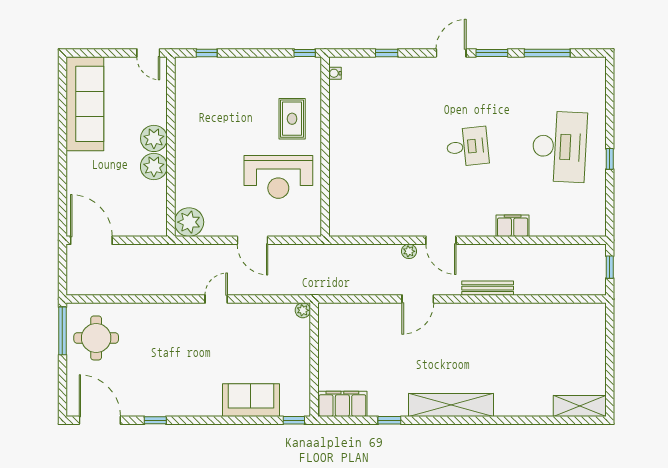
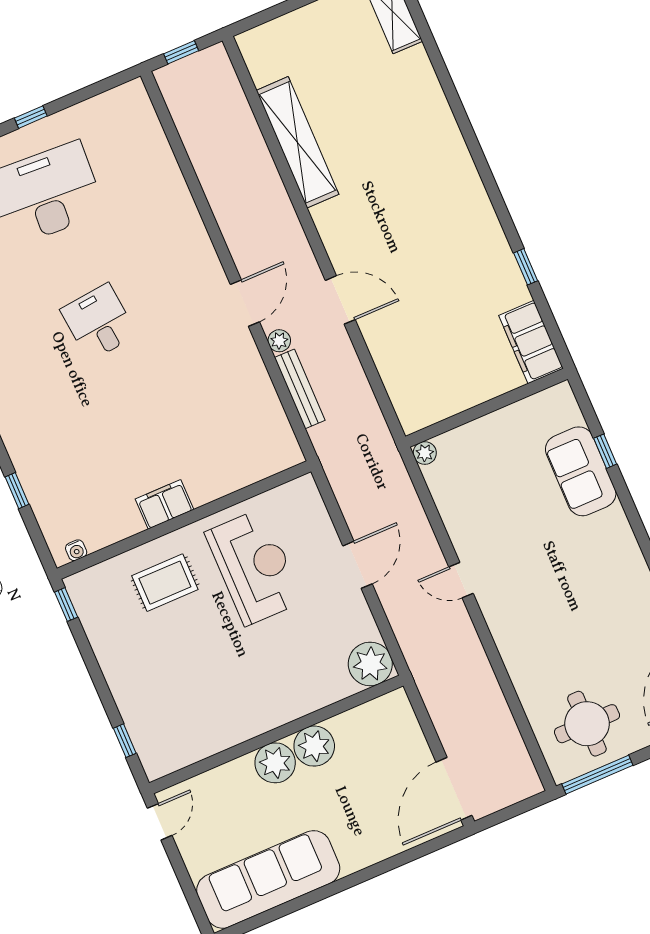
filing cabinet: (513, 226) -> (165, 504), moved, turned 90
bench: (488, 288) -> (300, 389), moved
shelving: (451, 405) -> (297, 142), moved
window: (294, 420) -> (605, 451), moved

